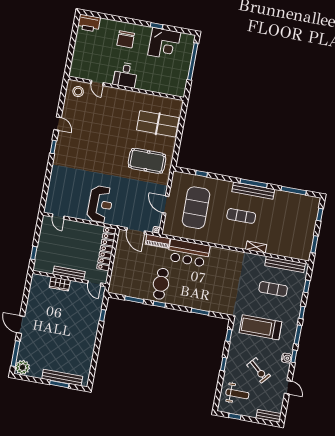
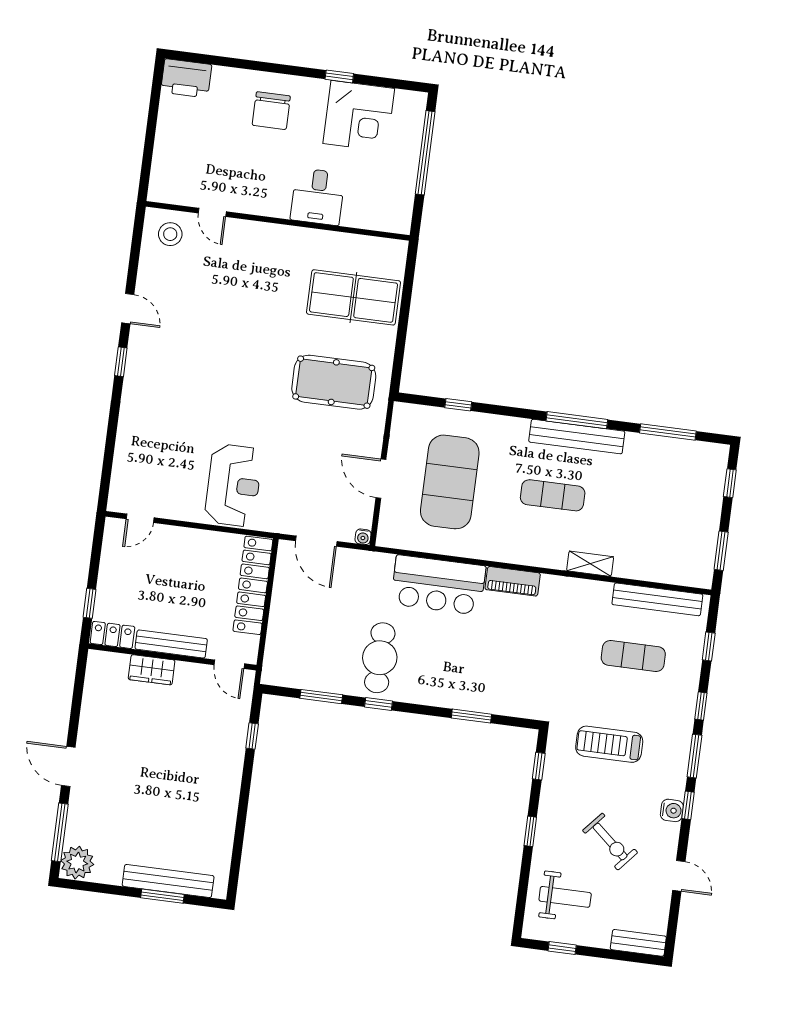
desk: (125, 75) -> (318, 197), moved
door: (58, 217) -> (140, 518), hinge flipped
piano: (158, 241) -> (513, 581), moved
locker: (43, 267) -> (112, 635), added
treadmill: (260, 327) -> (609, 744), width x0.73, depth x0.73

